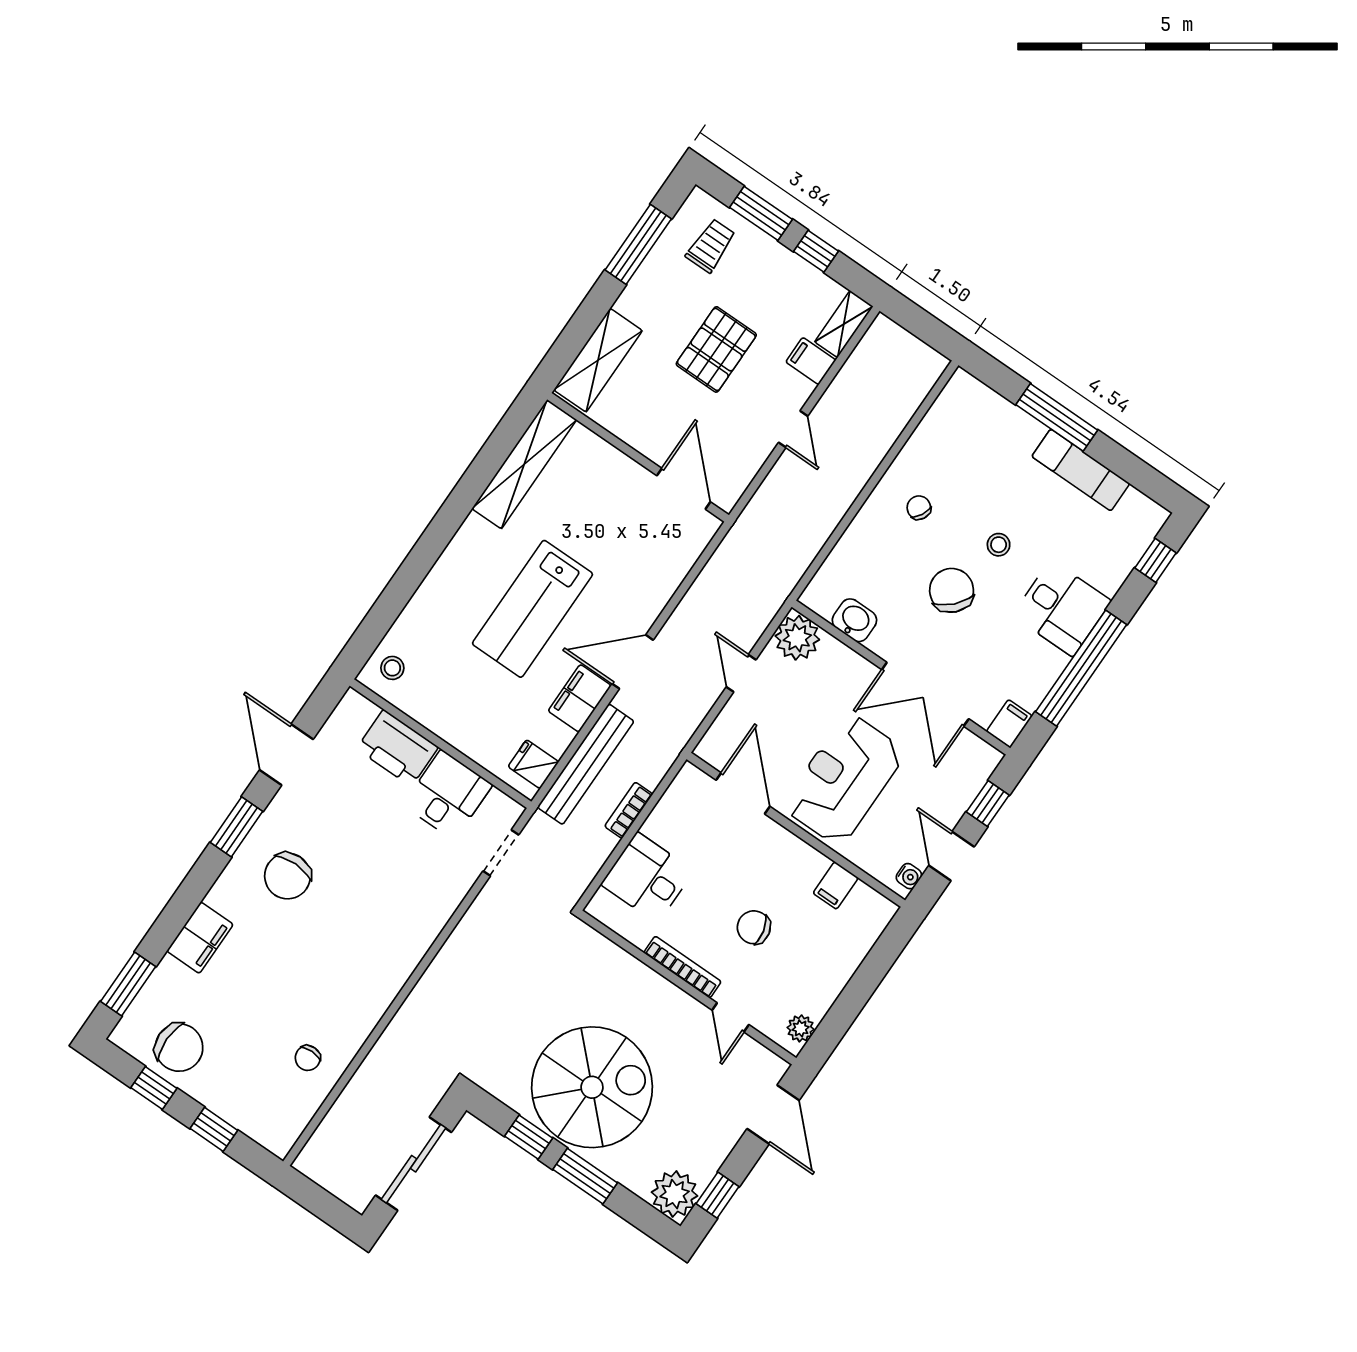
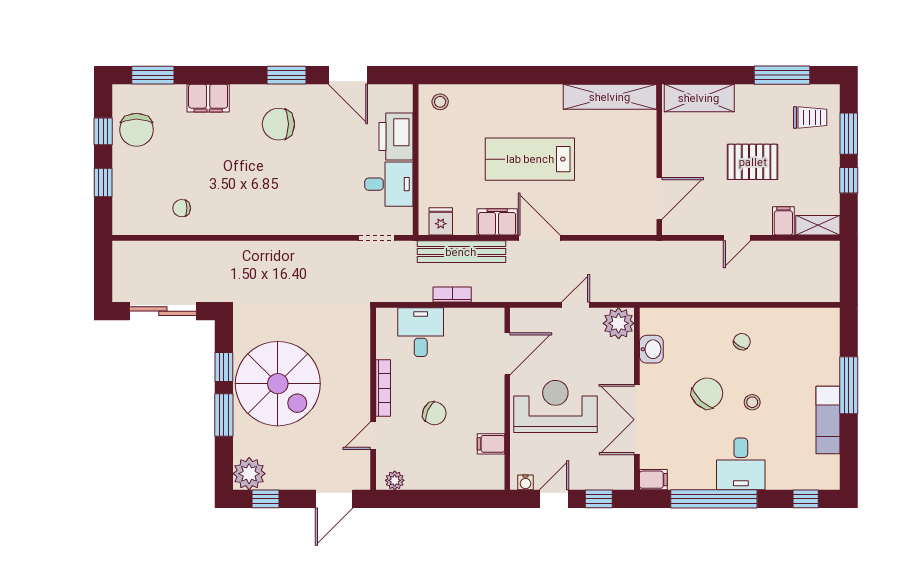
door: (286, 755) -> (348, 75), swing flipped
chair: (754, 927) -> (434, 413), turned 127

